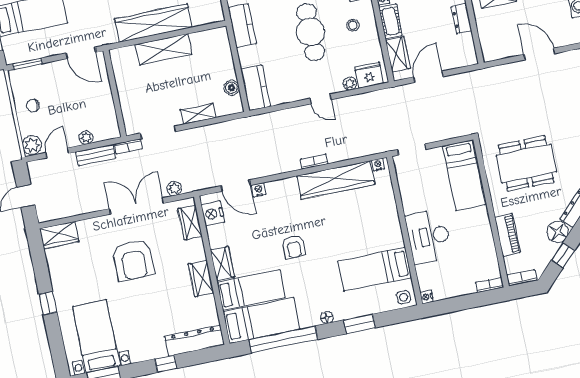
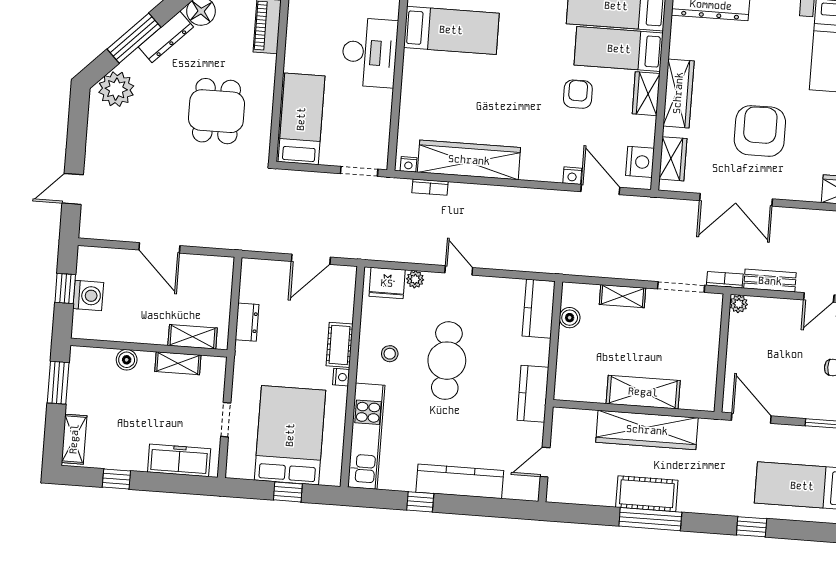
wardrobe: (398, 54) -> (342, 299), removed
plant: (86, 138) -> (739, 304), moved
bookcase: (314, 162) -> (430, 187), moved
dining table: (526, 164) -> (216, 111), width x0.73
plant: (174, 188) -> (681, 209), removed
armchair: (294, 247) -> (578, 94), moved
wardrobe: (201, 278) -> (678, 93), width x1.50

